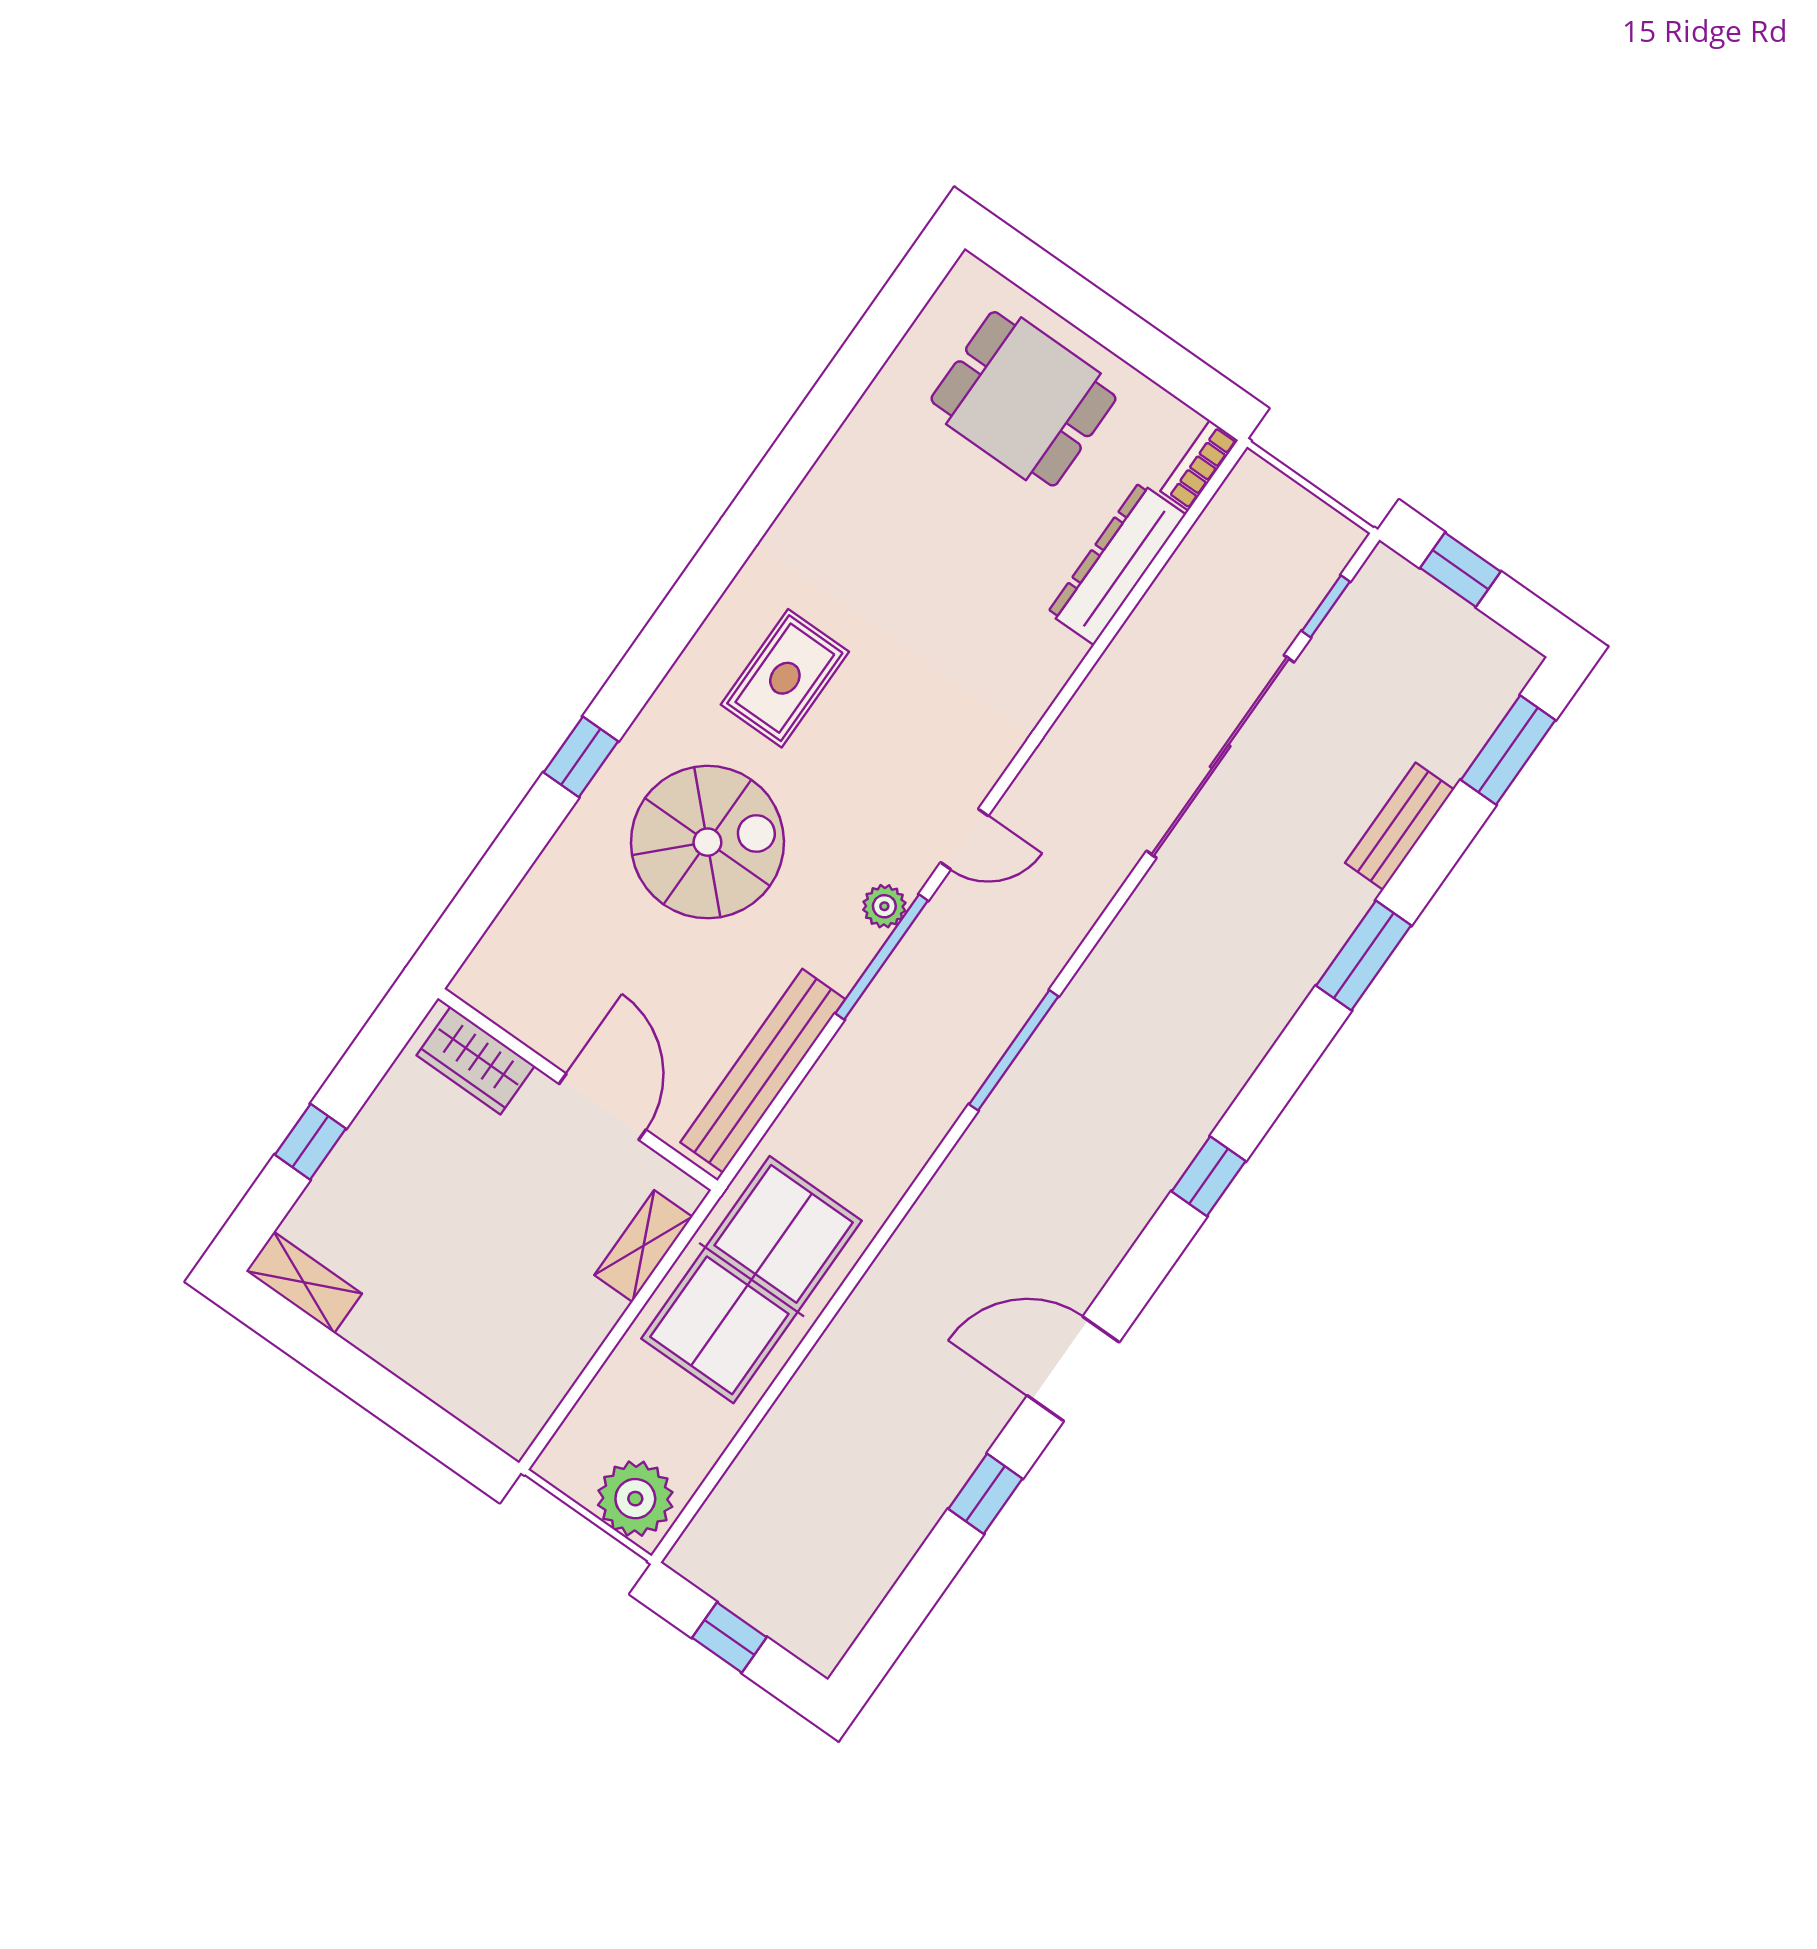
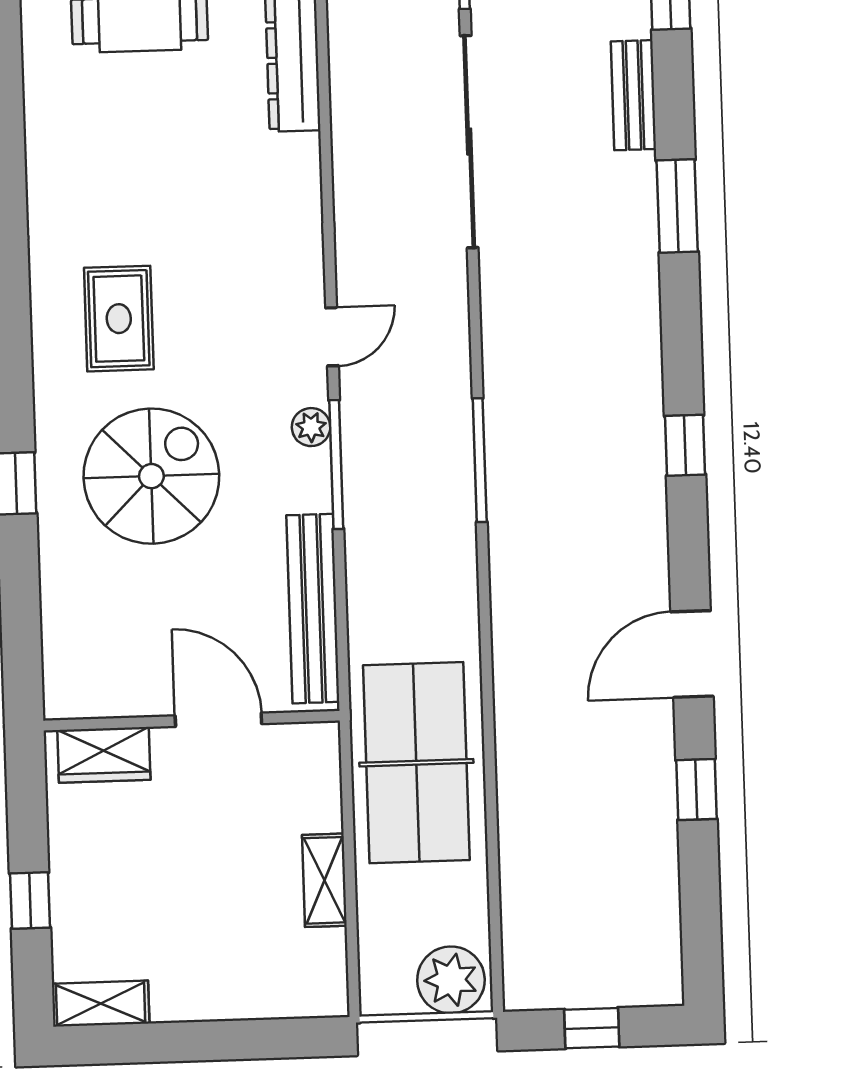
shelving: (643, 1246) -> (324, 880), moved

